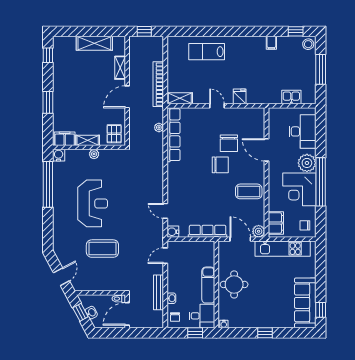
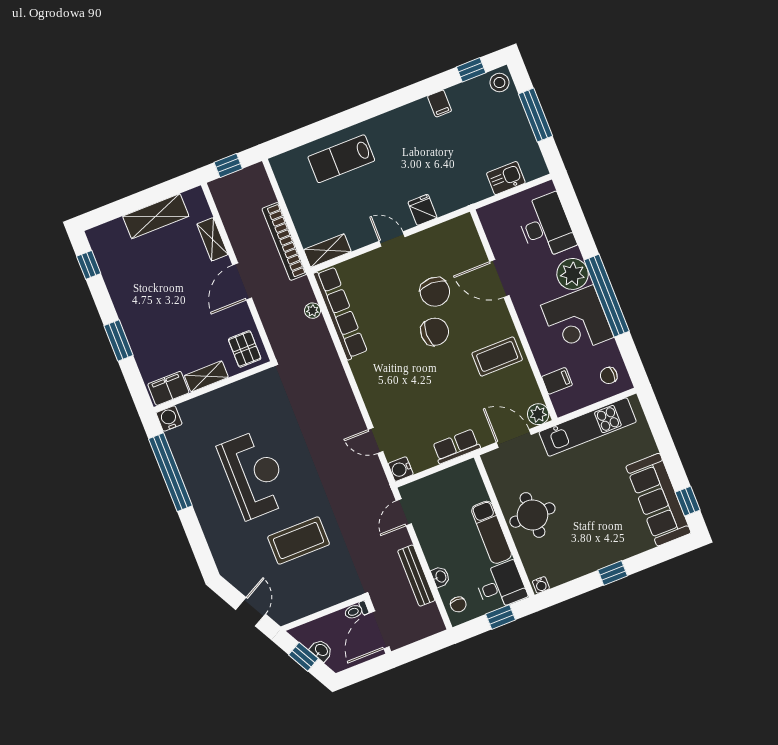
plant: (94, 154) -> (225, 394), removed
filing cabinet: (276, 223) -> (557, 381), width x0.50
row of seats: (208, 231) -> (456, 446), width x0.68

